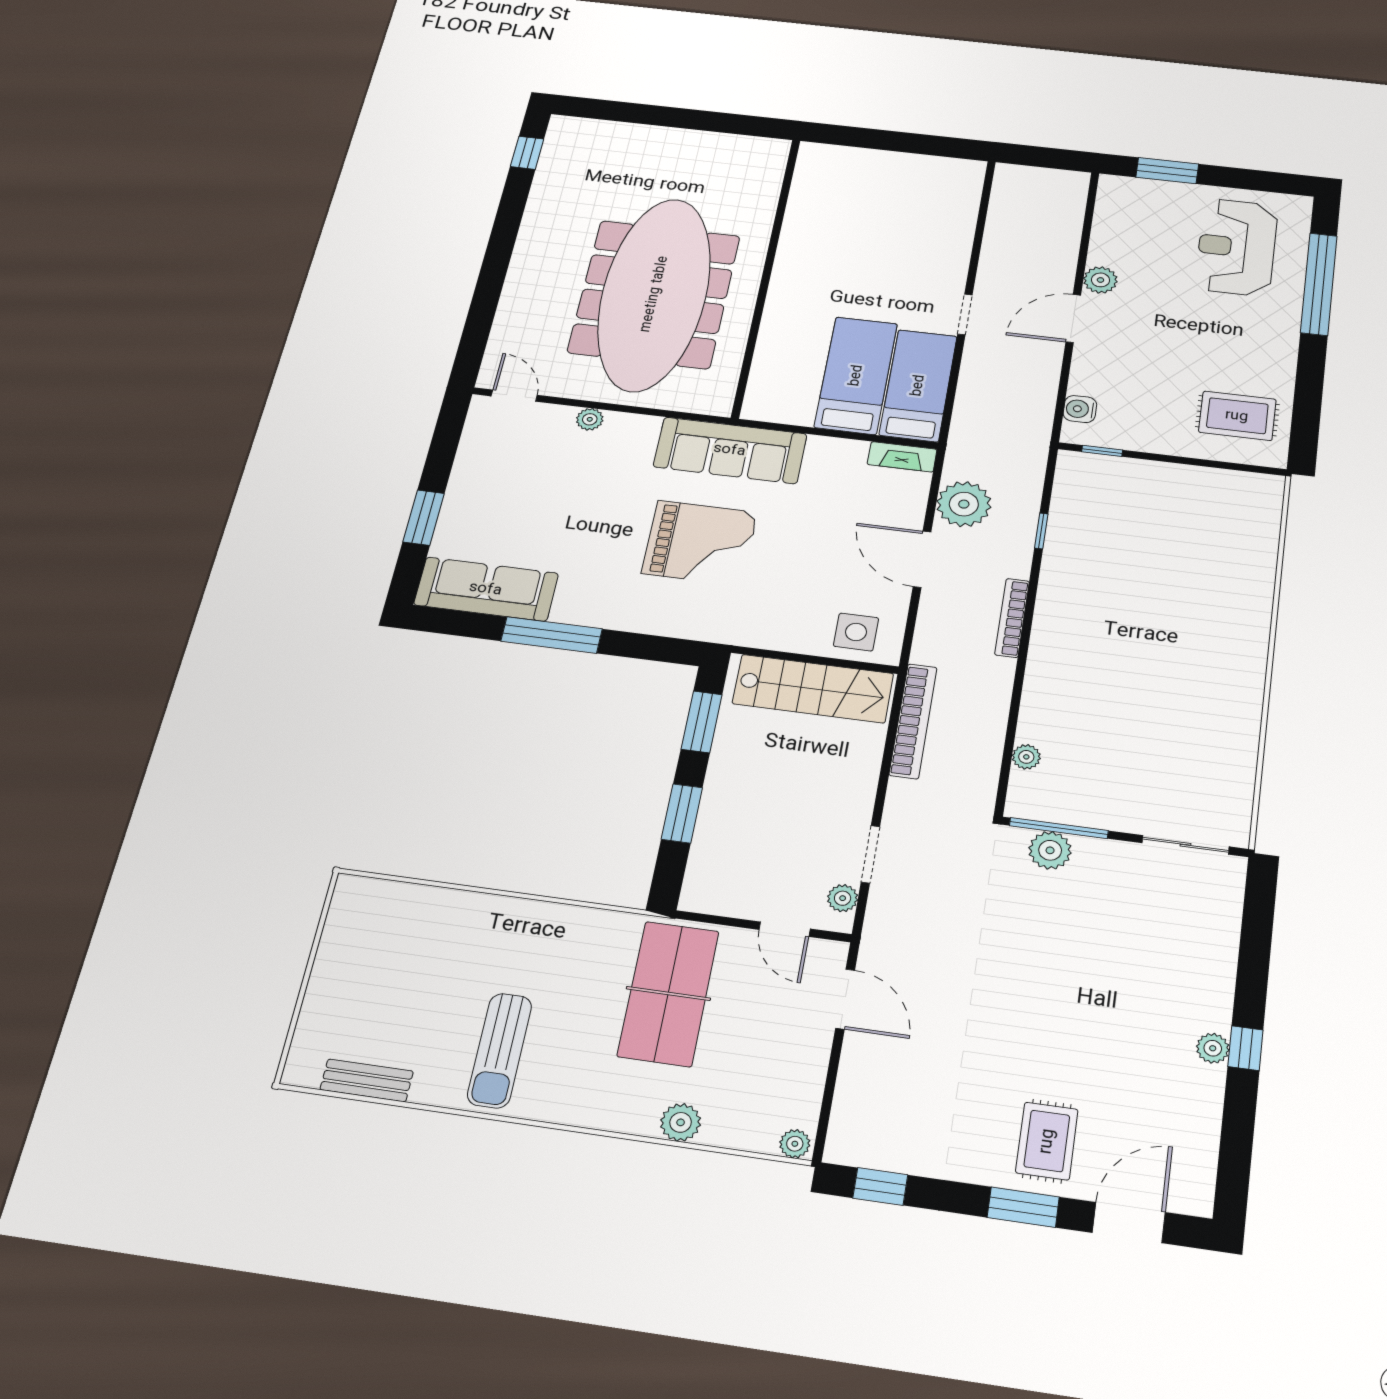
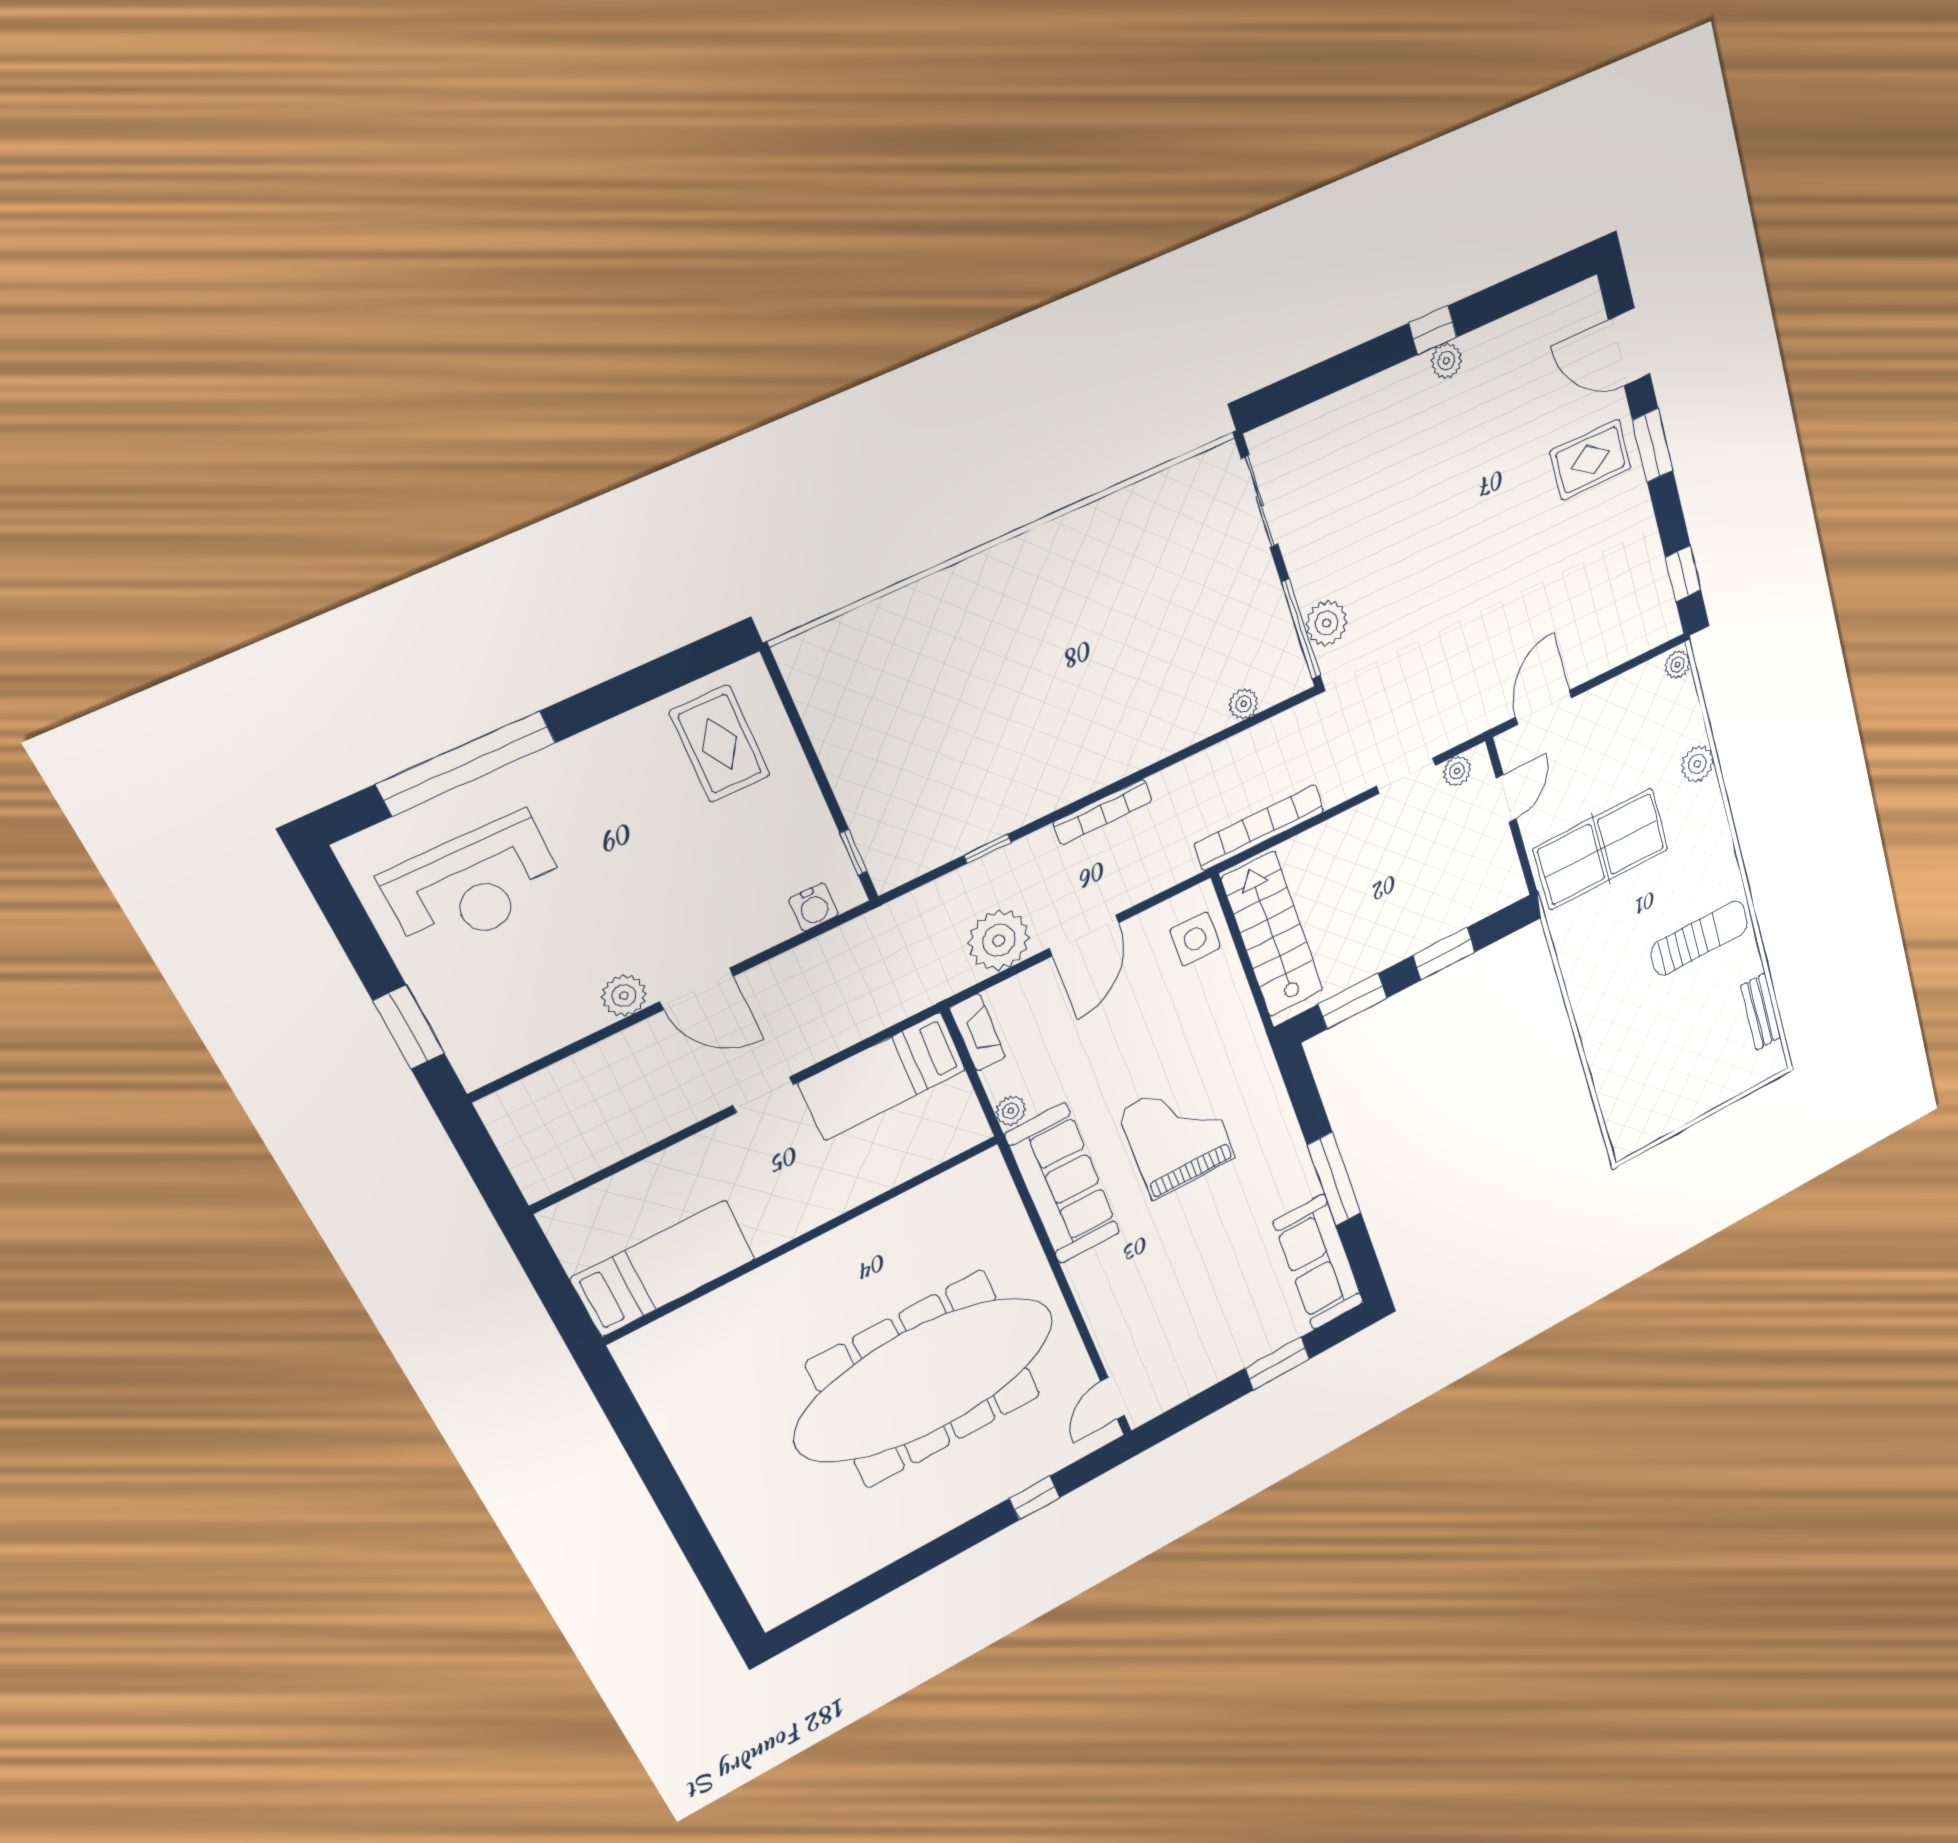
window: (527, 153) -> (1034, 1498), moved
wall: (766, 275) -> (804, 1239), moved
bed: (856, 375) -> (664, 1268), moved, turned 180
plant: (590, 419) -> (1011, 1111), moved

